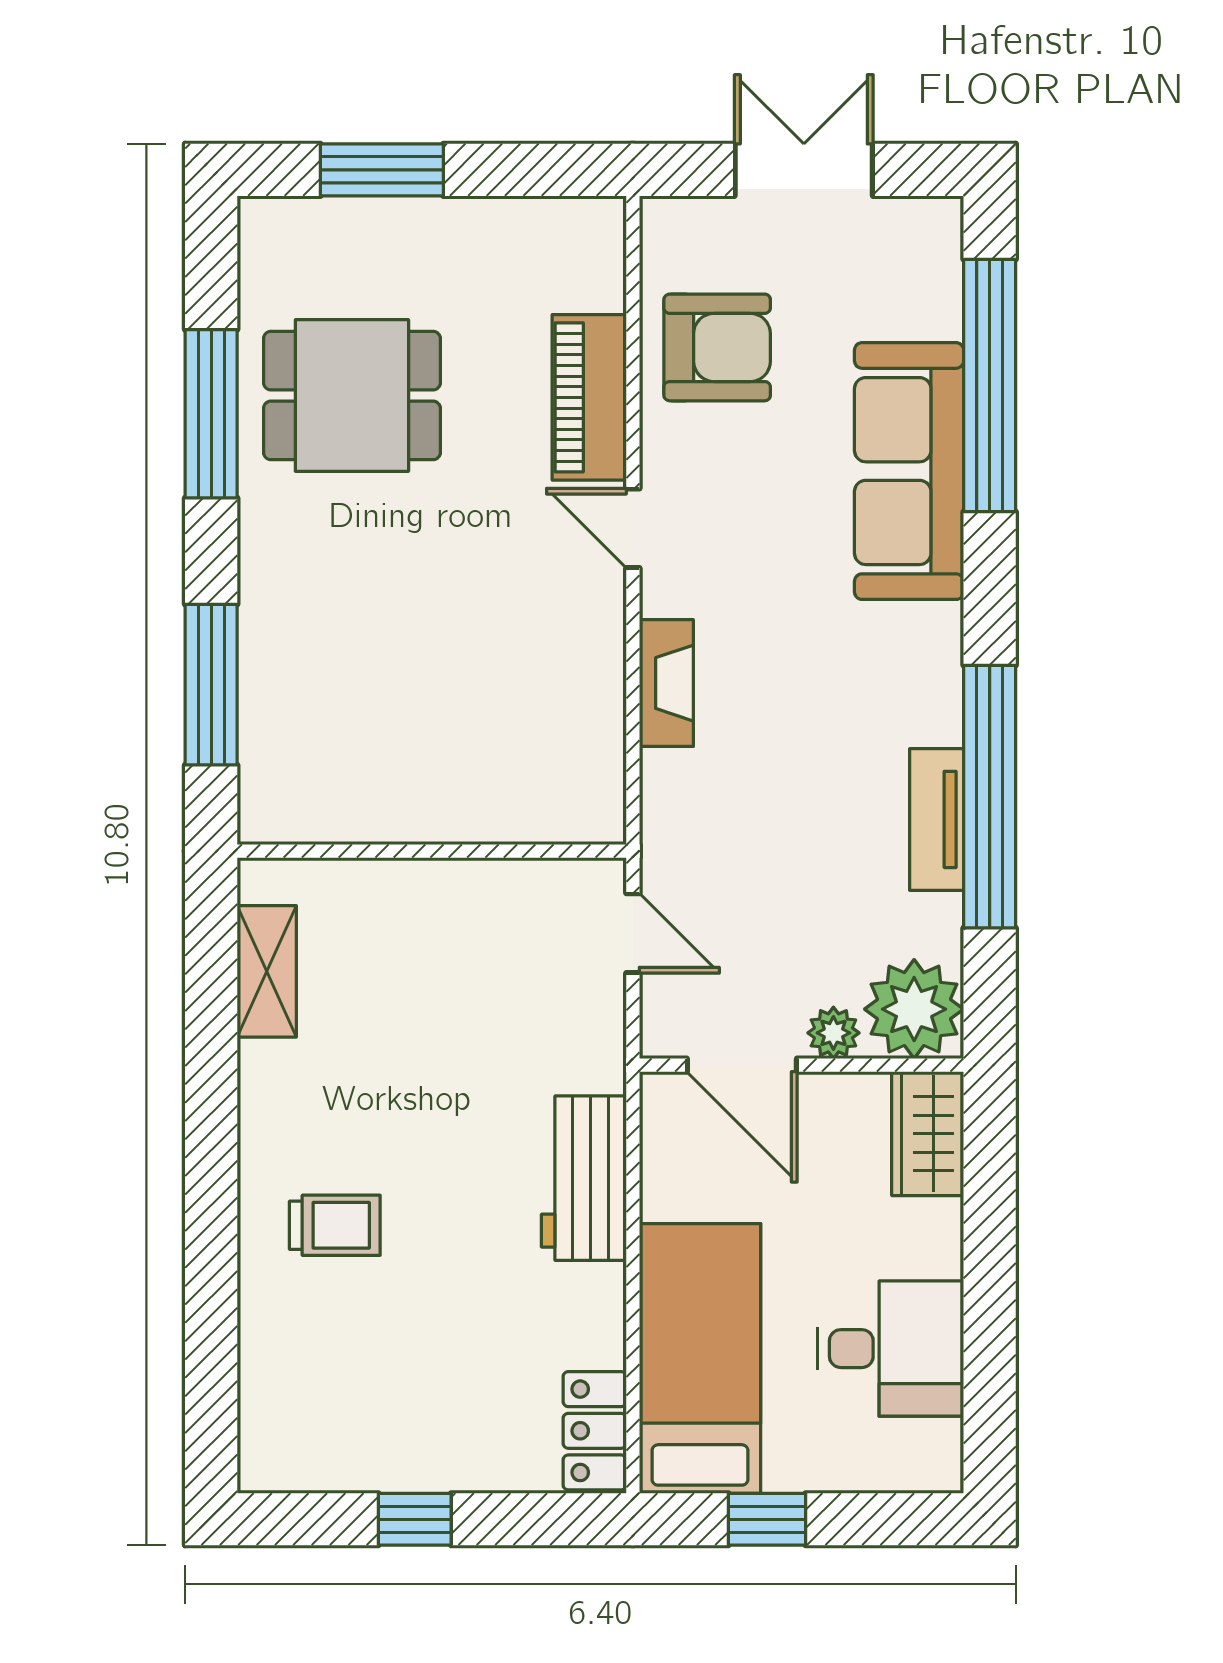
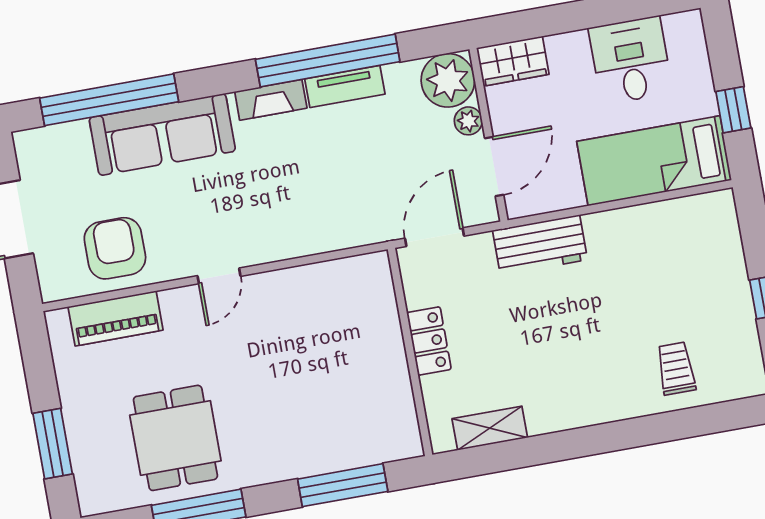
piano: (589, 397) -> (116, 318), moved
fireplace: (666, 683) -> (271, 100), moved, turned 180
door: (633, 933) -> (434, 237), width x1.38
workbench: (584, 1178) -> (540, 245), moved
trolley: (335, 1225) -> (676, 368), moved
locker: (595, 1431) -> (429, 341), moved, turned -90

